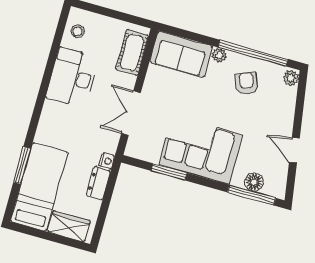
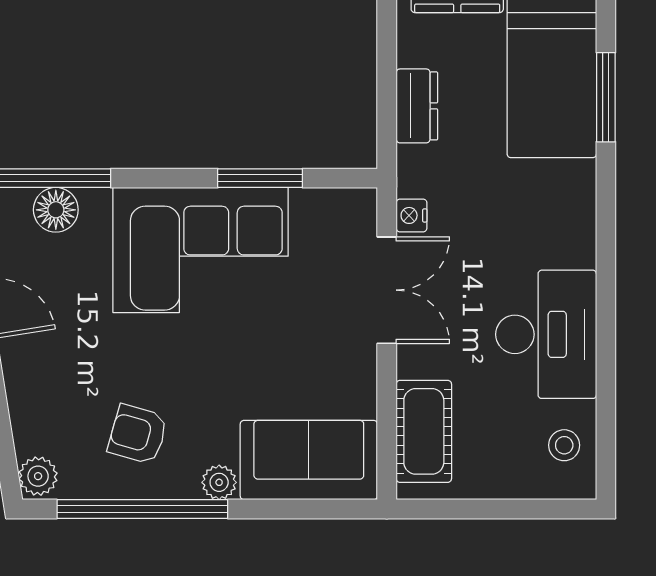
armchair: (246, 83) -> (138, 434), turned 128
nightstand: (107, 161) -> (412, 215), moved

